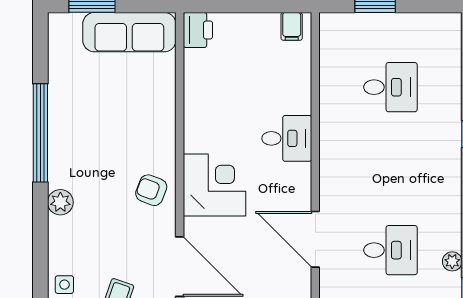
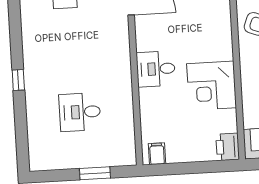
corner desk: (214, 185) -> (212, 86), moved

